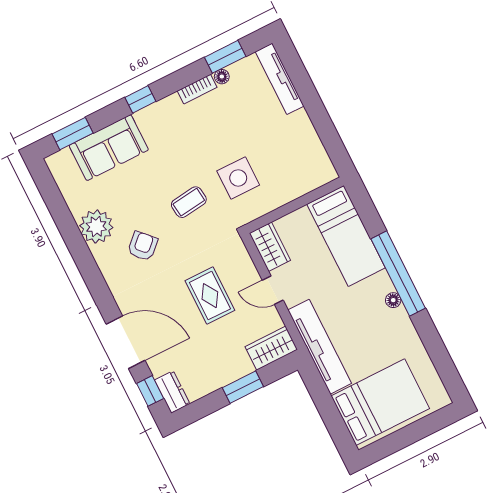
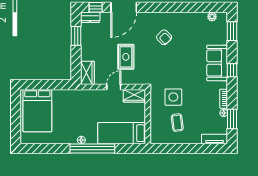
tv unit: (280, 79) -> (215, 139), width x0.71
sofa: (109, 148) -> (217, 63), moved
coffee table: (189, 202) -> (177, 123), moved
plant: (96, 227) -> (212, 16), moved, width x0.53, depth x0.53
rug: (210, 296) -> (126, 57), turned 90
tv unit: (320, 347) -> (77, 95), removed
window: (243, 387) -> (76, 36), moved

